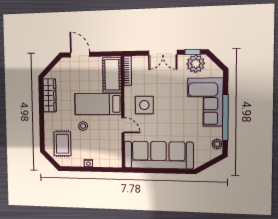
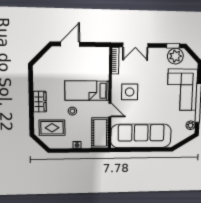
double door: (163, 53) -> (135, 45), moved
door: (80, 55) -> (70, 44), hinge flipped
cot: (112, 75) -> (100, 133), moved
wardrobe: (50, 95) -> (40, 102), moved, width x0.67
rug: (62, 144) -> (52, 128), turned 90

